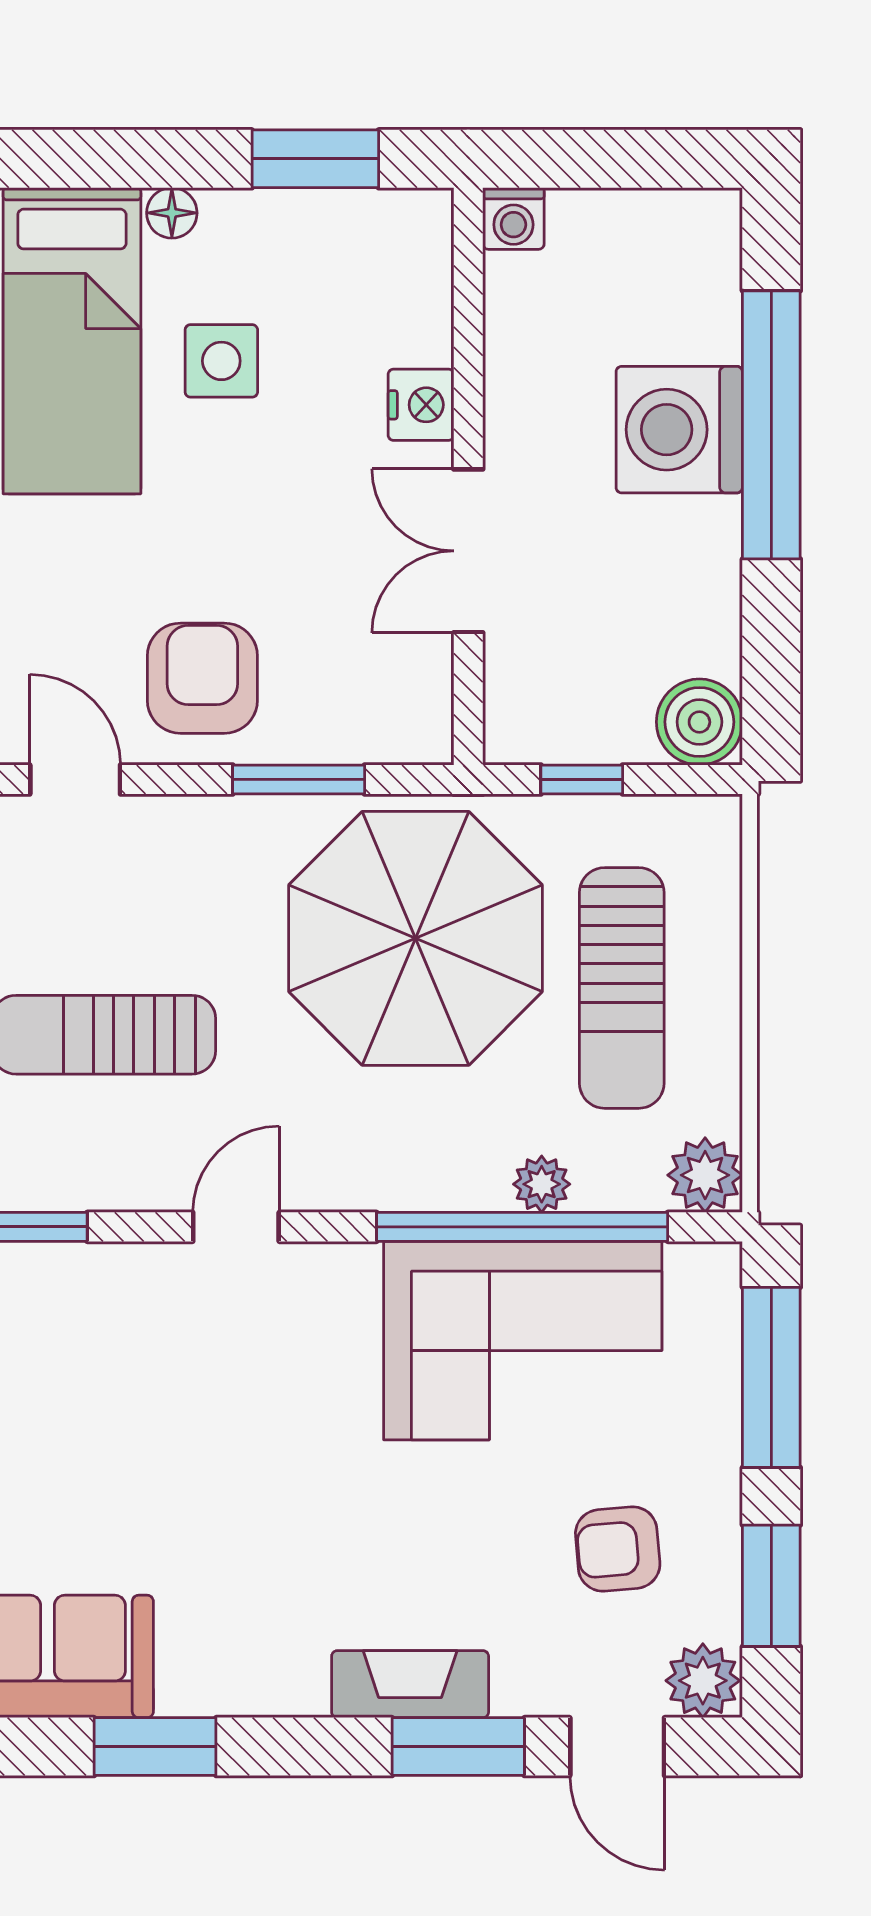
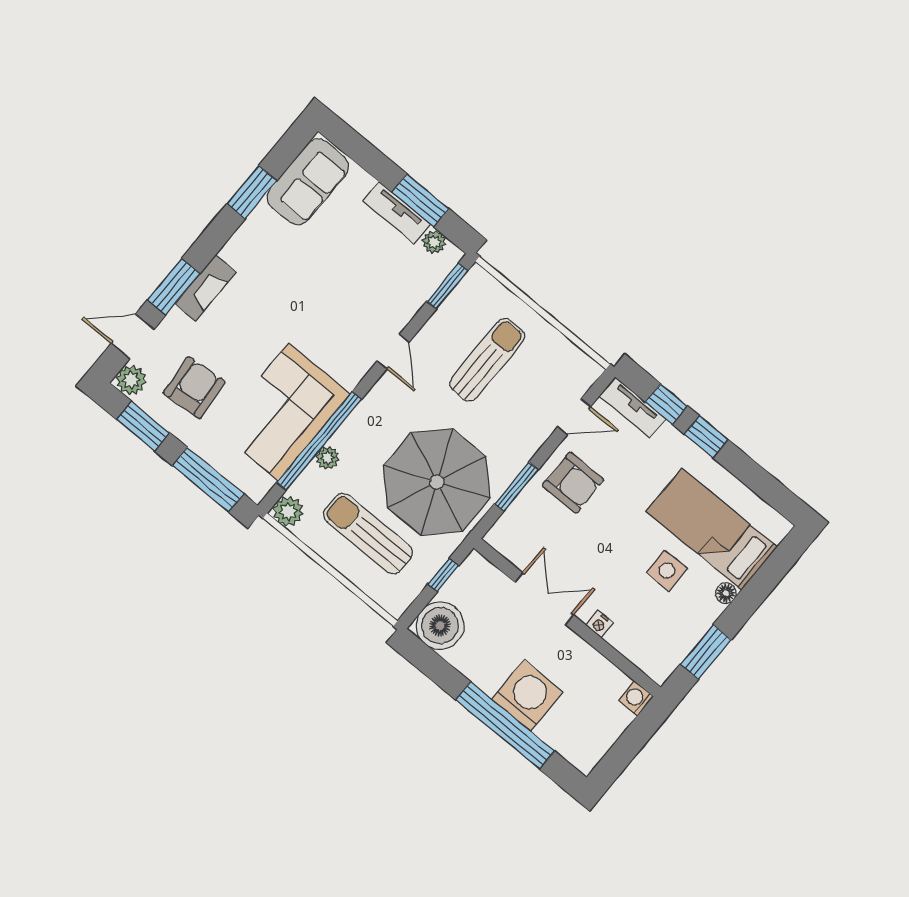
nightstand: (421, 405) -> (600, 624), width x0.72, depth x0.74
boiler: (699, 722) -> (440, 626), width x1.37, depth x1.37
armchair: (618, 1549) -> (194, 387), width x1.38, depth x1.38

